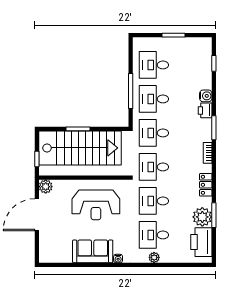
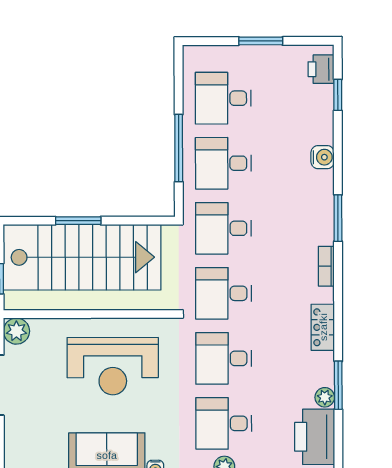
printer: (205, 110) -> (321, 69), moved
plant: (202, 217) -> (325, 397), width x0.53, depth x0.53

